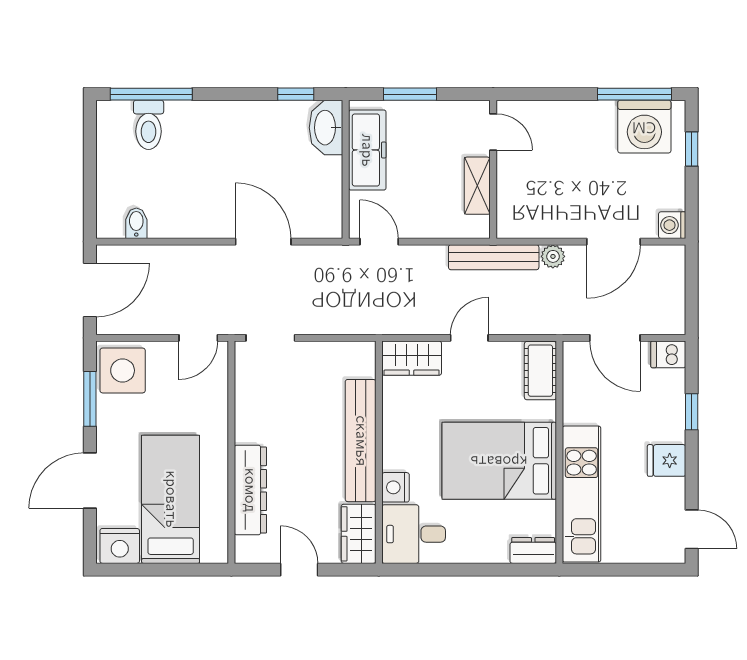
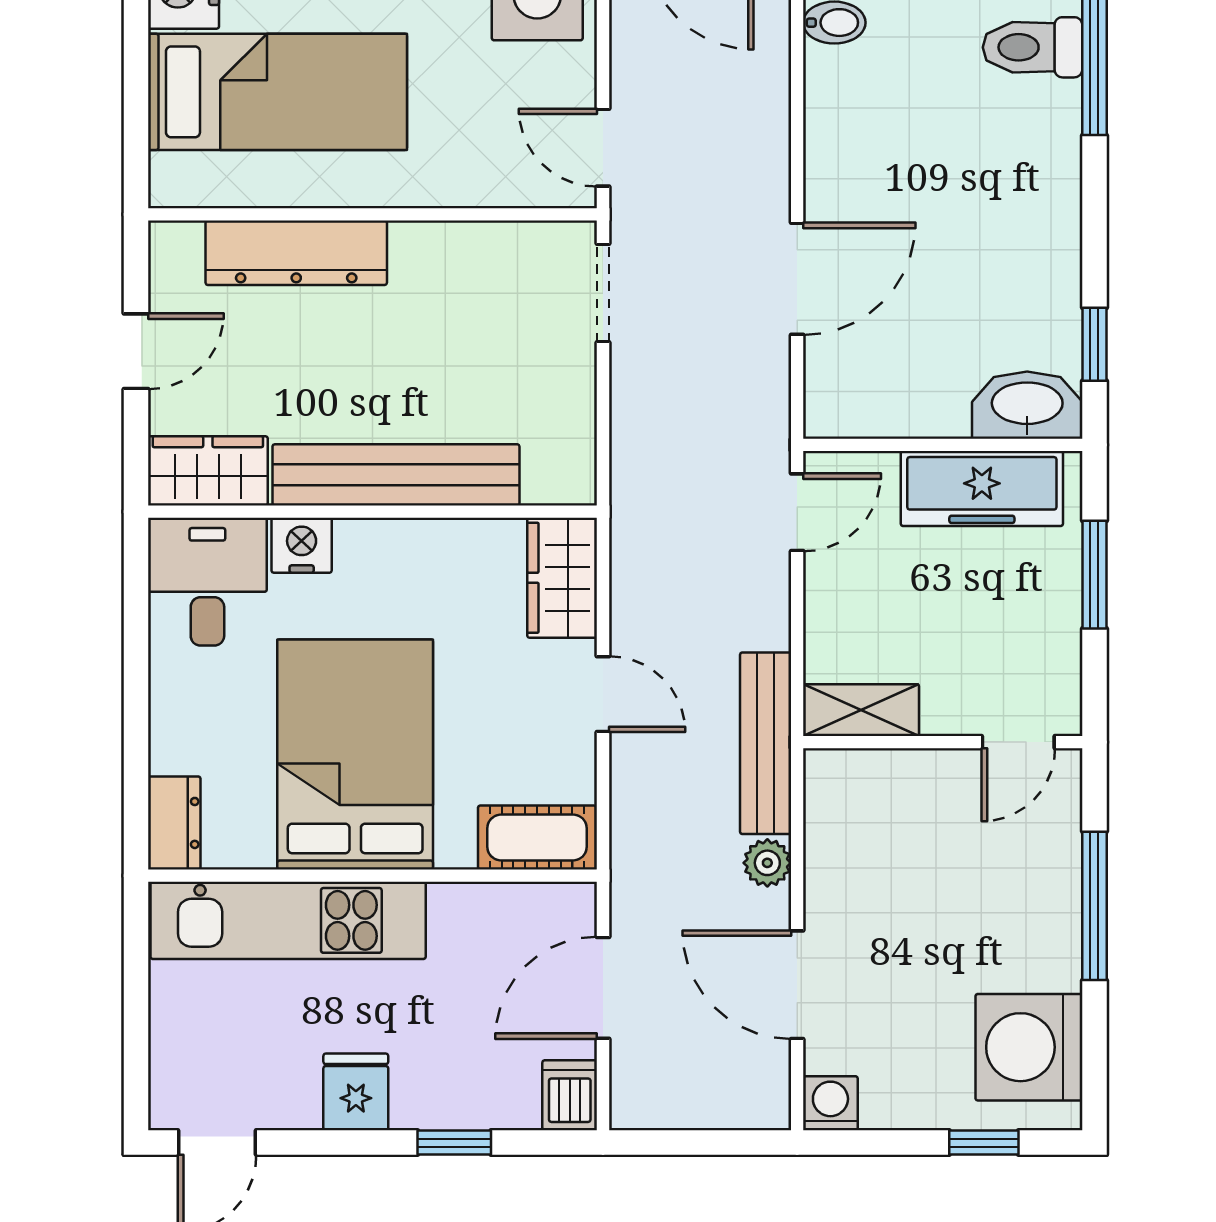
window: (634, 94) -> (1094, 906), moved
shelving: (477, 186) -> (861, 710), moved

